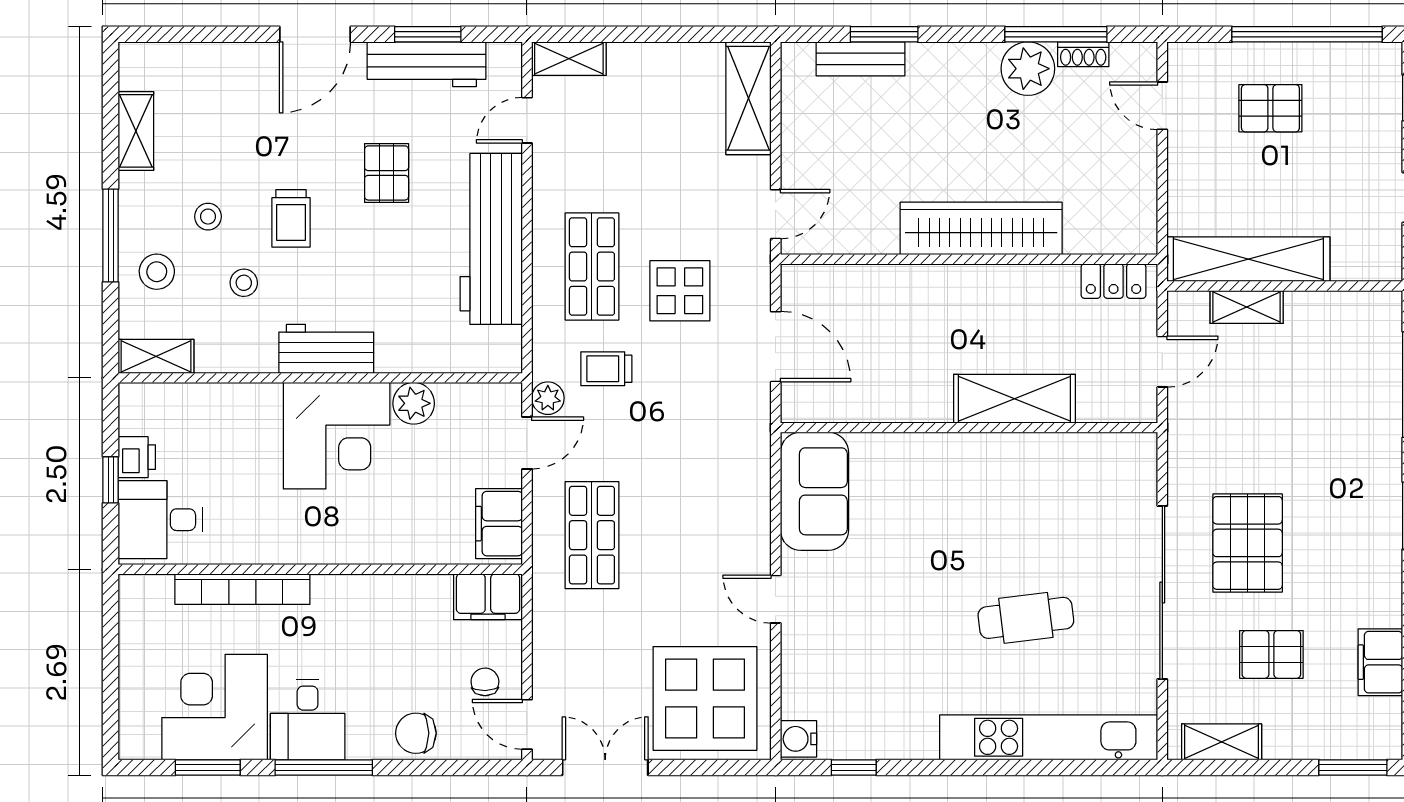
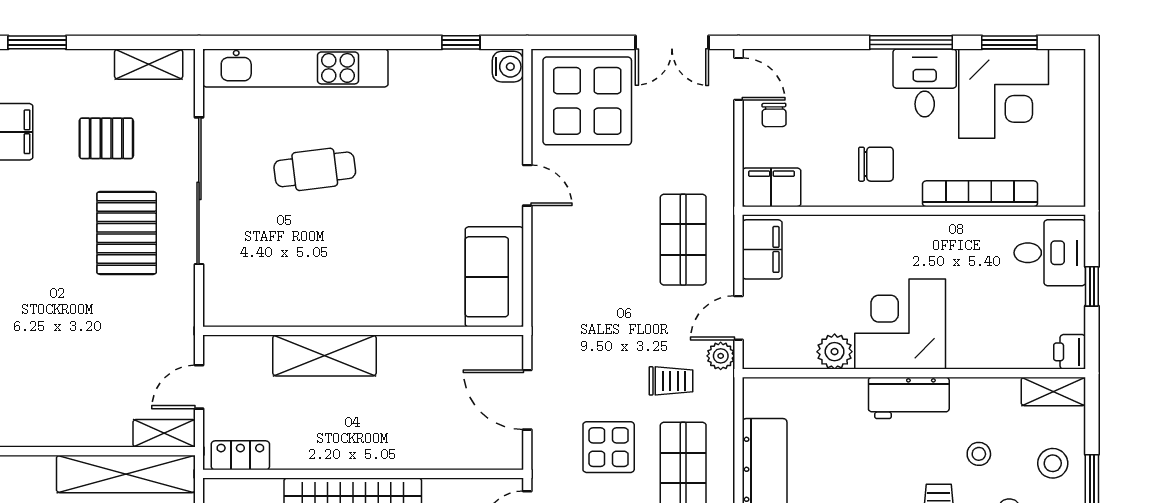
shelving: (1247, 307) -> (164, 433), moved
printer: (137, 457) -> (1070, 352), moved
chair: (416, 733) -> (876, 164), moved

